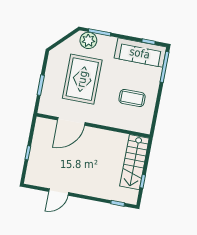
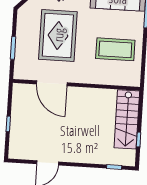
coffee table: (132, 98) -> (115, 49), width x1.36, depth x1.32
door: (71, 121) -> (52, 83), hinge flipped

